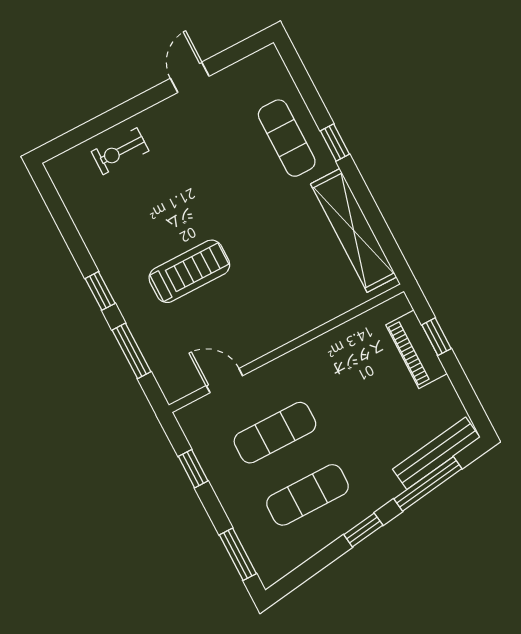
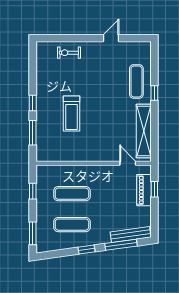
treadmill: (189, 271) -> (71, 114), turned 90
door: (224, 381) -> (128, 163), moved

